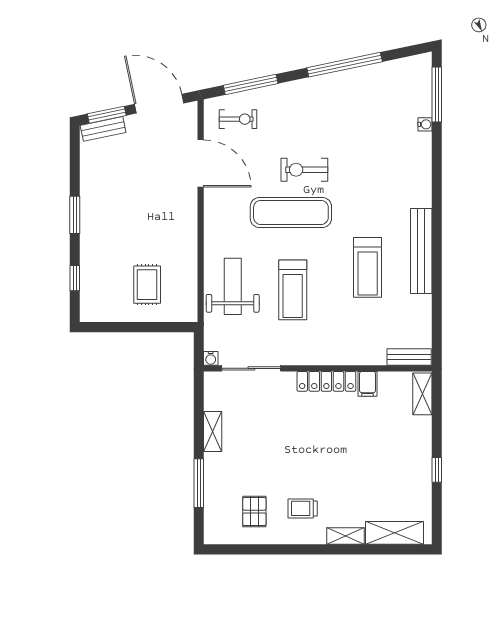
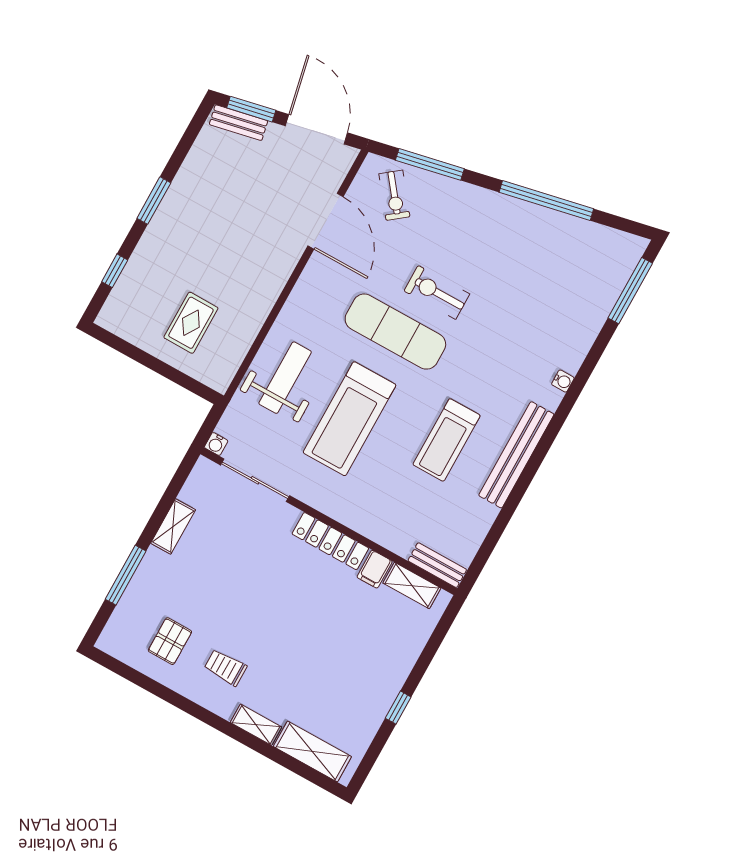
exercise bike: (238, 119) -> (394, 195), turned 52
water cooler: (425, 124) -> (563, 381), moved
treadmill: (293, 290) -> (350, 419), width x1.37, depth x1.38
shelving: (422, 394) -> (412, 586), moved, turned 90

